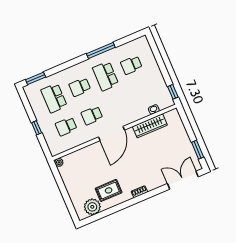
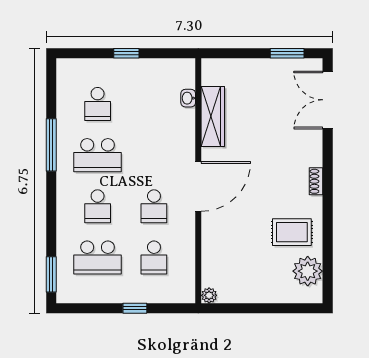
window: (173, 92) -> (126, 53), moved
door: (111, 134) -> (198, 186), hinge flipped
rug: (109, 190) -> (292, 232), turned 90

